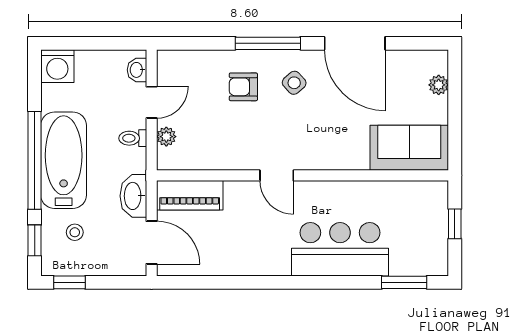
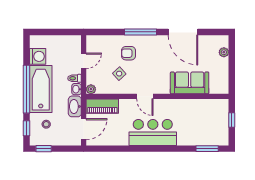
washing machine: (57, 66) -> (38, 56), moved, turned -90
washbasin: (137, 70) -> (77, 89), moved
side table: (294, 83) -> (119, 74), moved
plant: (166, 137) -> (91, 89), moved
sofa: (409, 148) -> (190, 83), moved
door: (152, 243) -> (84, 129), hinge flipped
bar counter: (340, 249) -> (153, 132), moved

